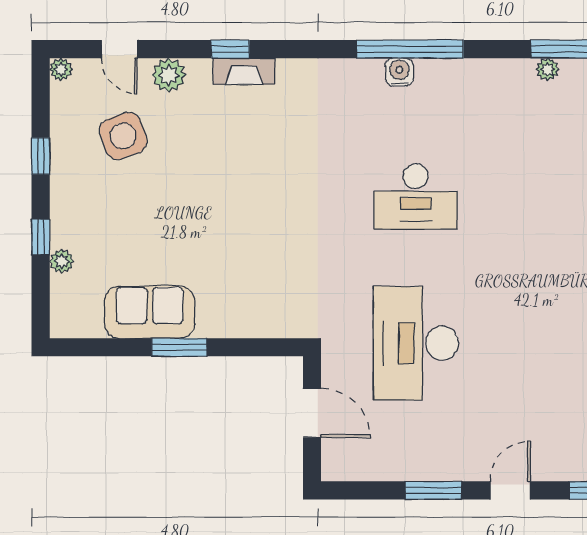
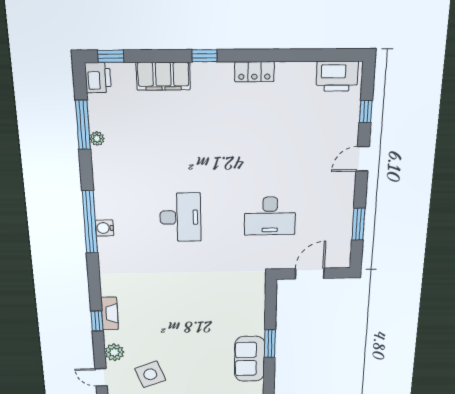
door: (119, 49) -> (101, 377), swing flipped
desk: (416, 343) -> (270, 216), width x0.73, depth x0.77
window: (433, 490) -> (358, 224), moved
door: (510, 490) -> (363, 159), hinge flipped

